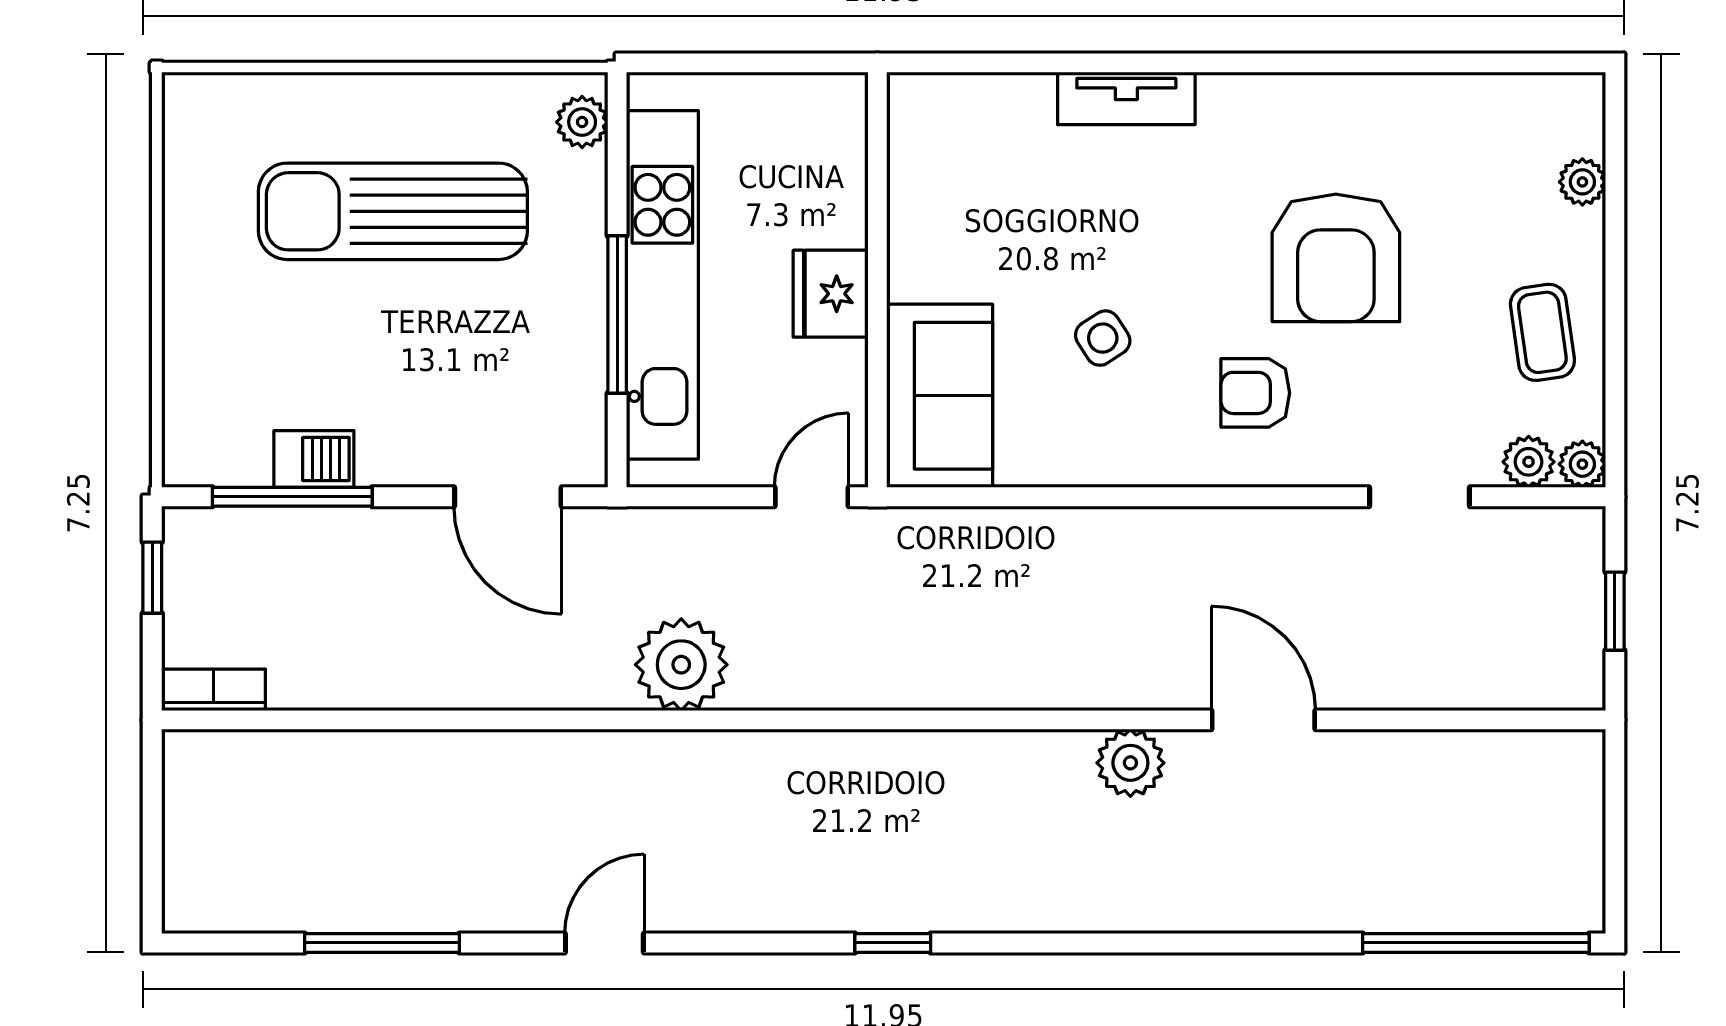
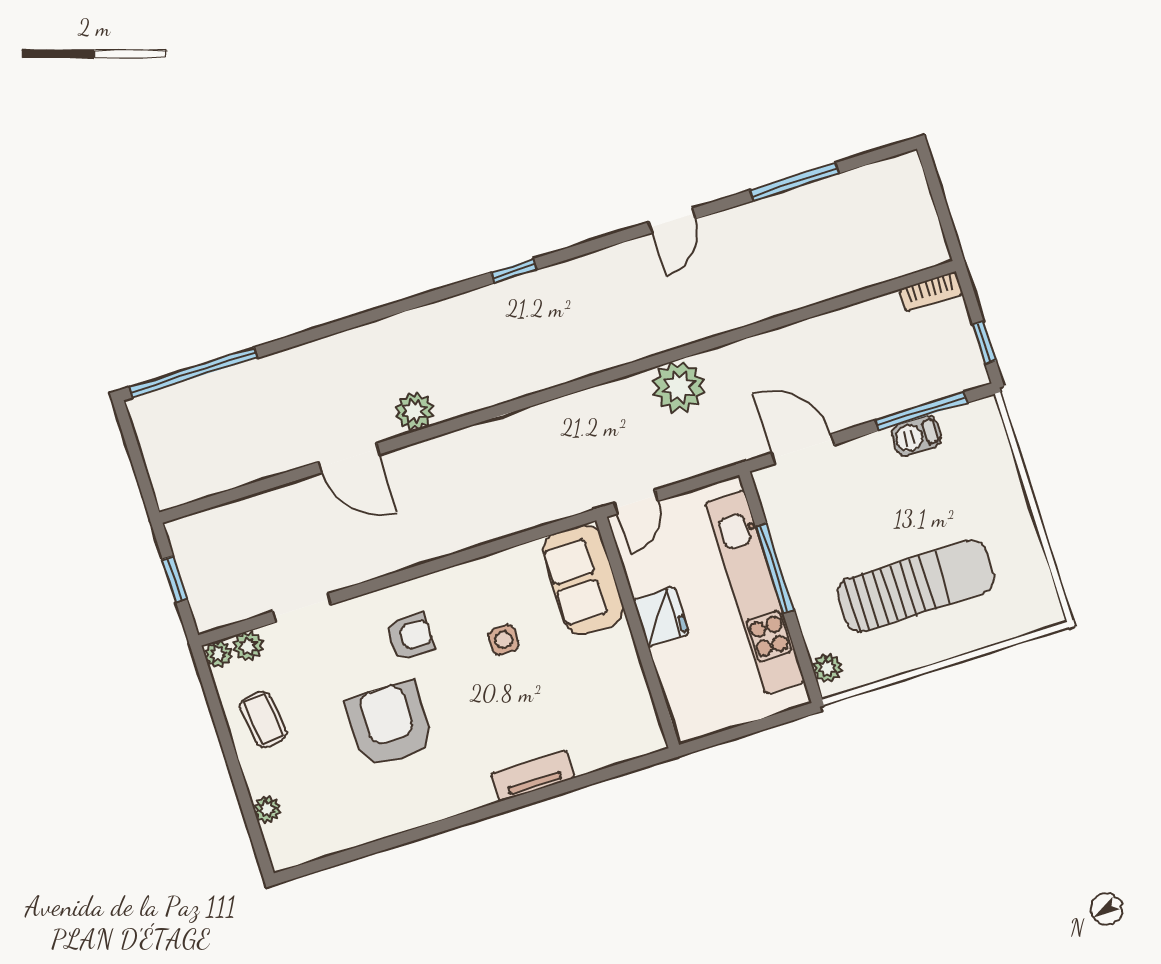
side table: (1103, 338) -> (504, 640), turned 33

